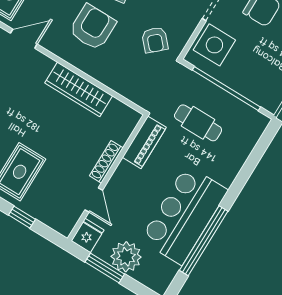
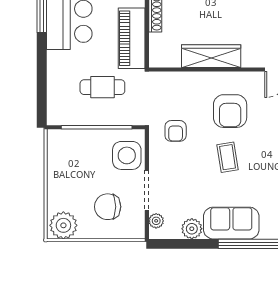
armchair: (155, 40) -> (176, 131), turned -138
piano: (144, 142) -> (132, 38), width x1.37, depth x1.33

